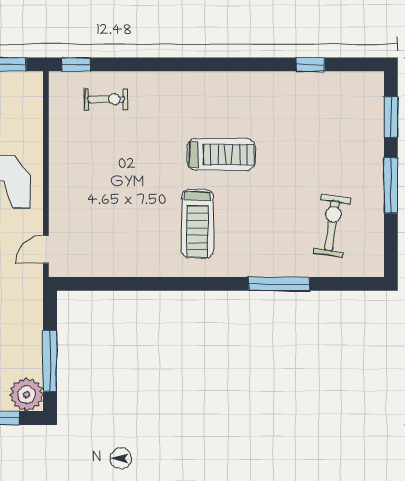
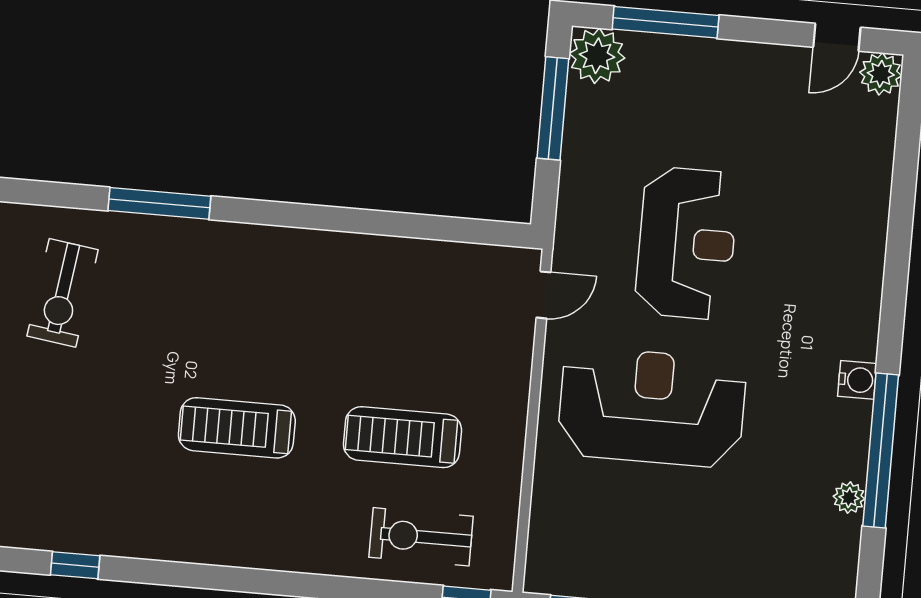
exercise bike: (106, 99) -> (421, 537), width x1.38, depth x1.39
treadmill: (198, 224) -> (402, 437), moved, turned -90

